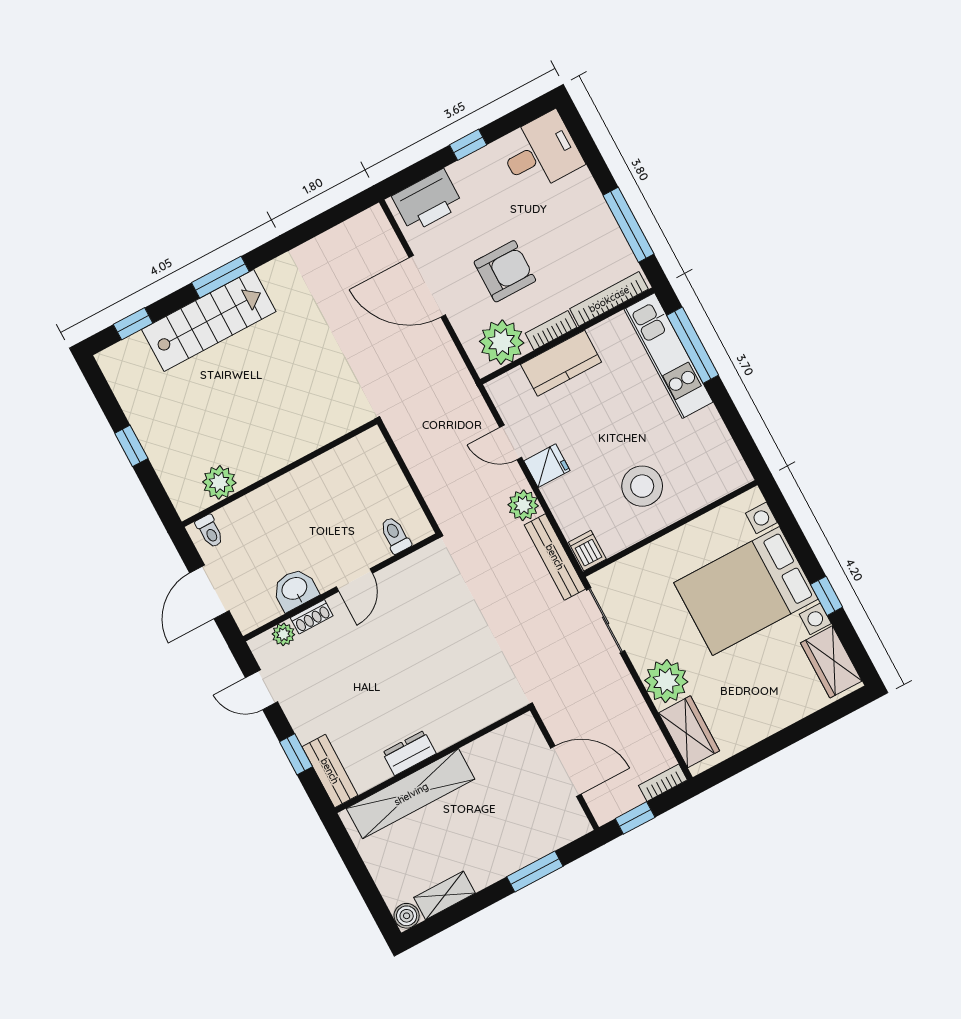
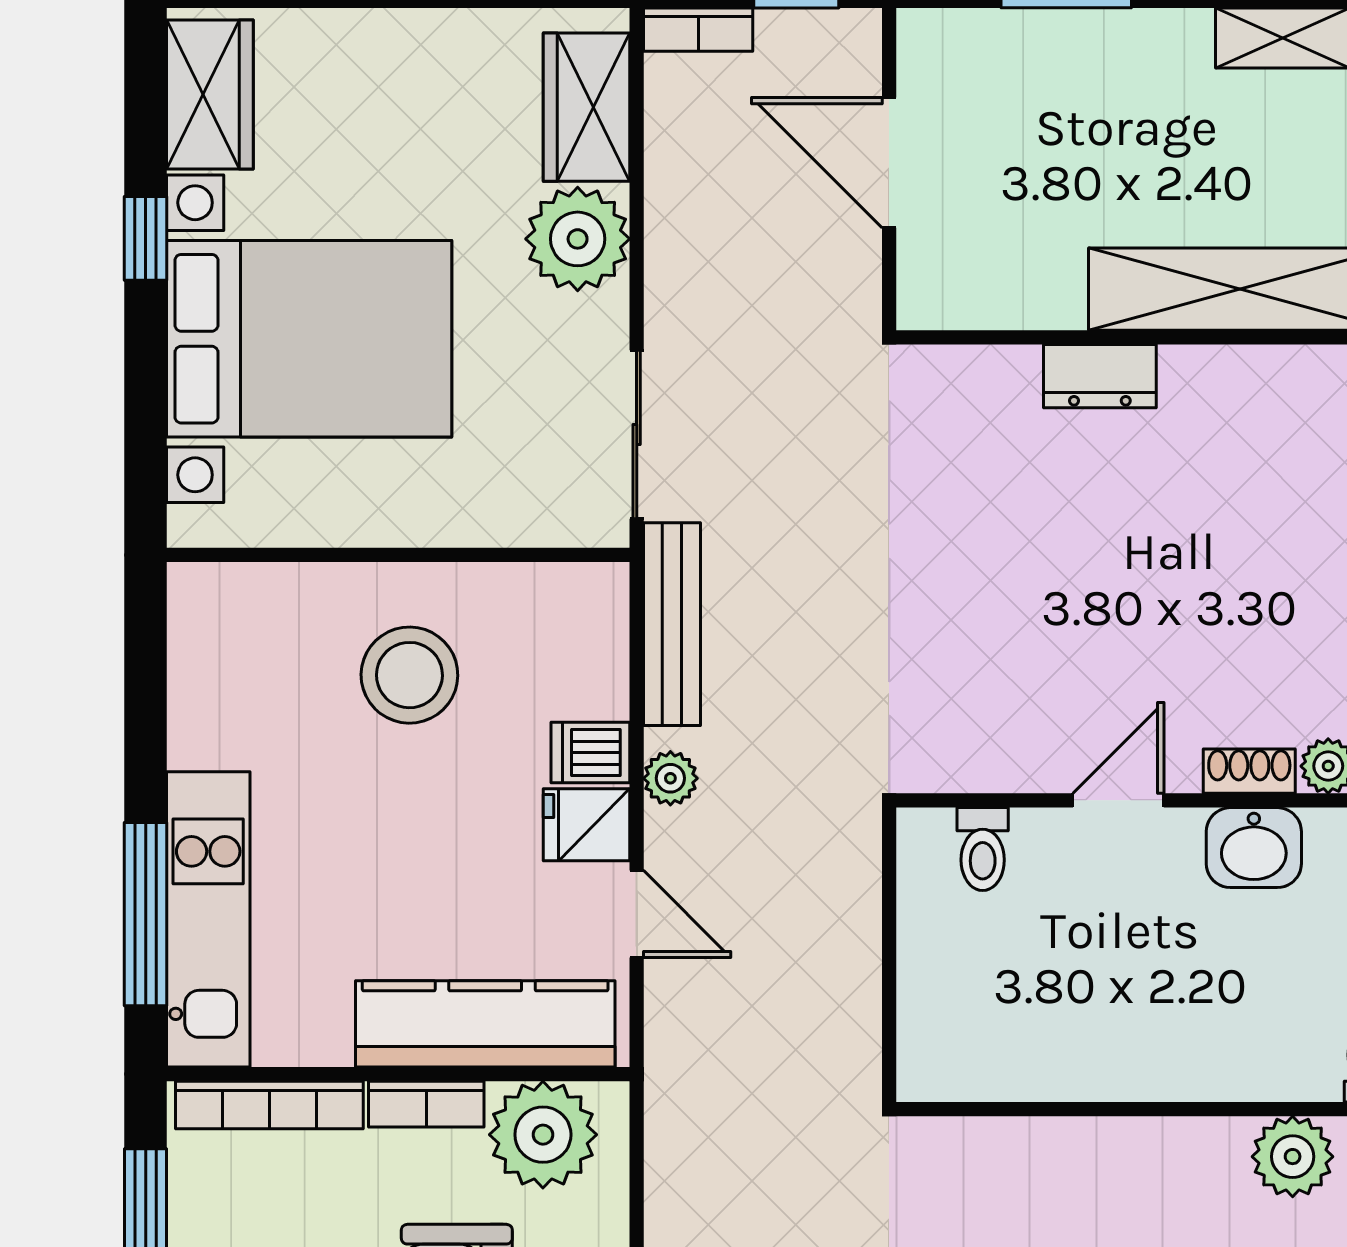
kitchen counter: (561, 363) -> (485, 1024), width x1.50
plant: (523, 505) -> (670, 778), width x0.73, depth x0.73
dishwasher: (587, 551) -> (590, 753), moved, turned 90
dresser: (409, 753) -> (1100, 376), moved

